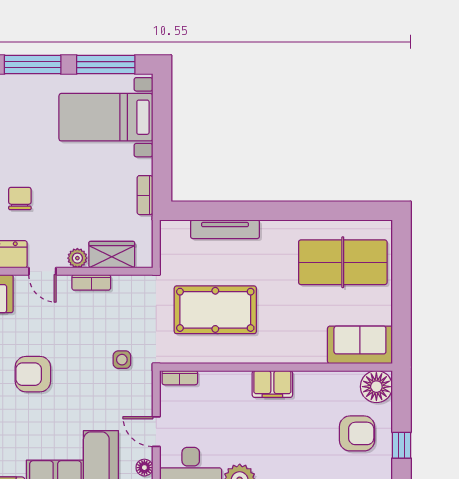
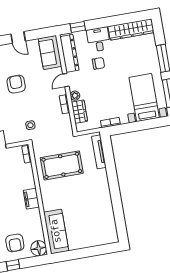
tv unit: (225, 229) -> (99, 152), moved
table tennis table: (343, 262) -> (95, 222), removed
pool table: (215, 310) -> (62, 165), turned 90
sofa: (360, 345) -> (56, 231), width x1.36

